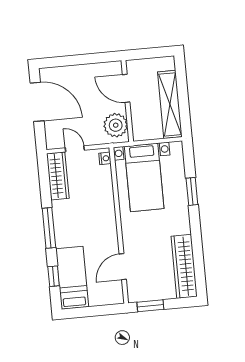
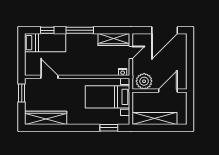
window: (192, 191) -> (109, 128), moved

